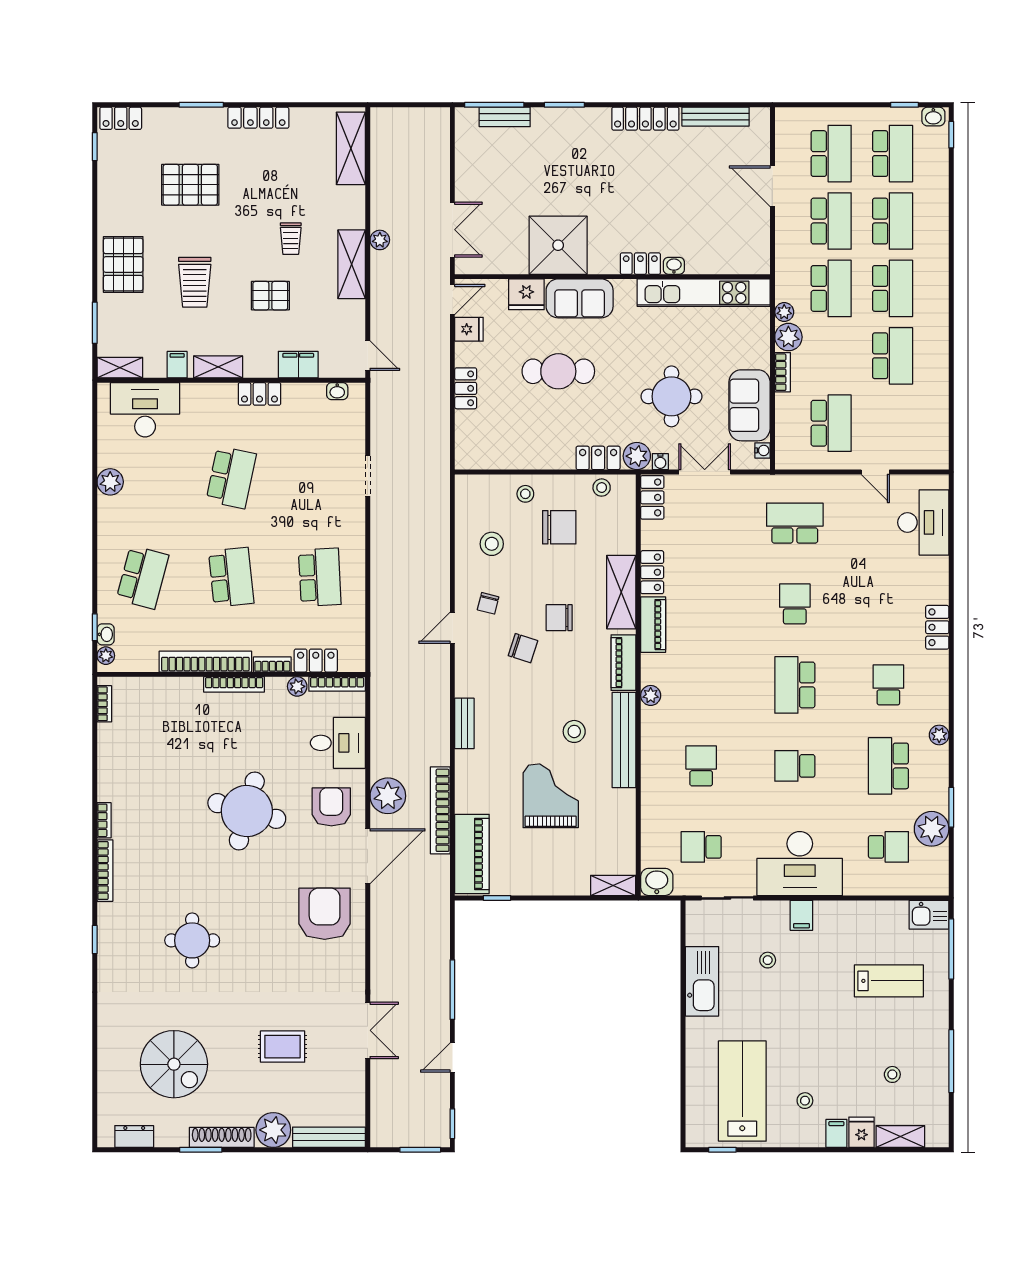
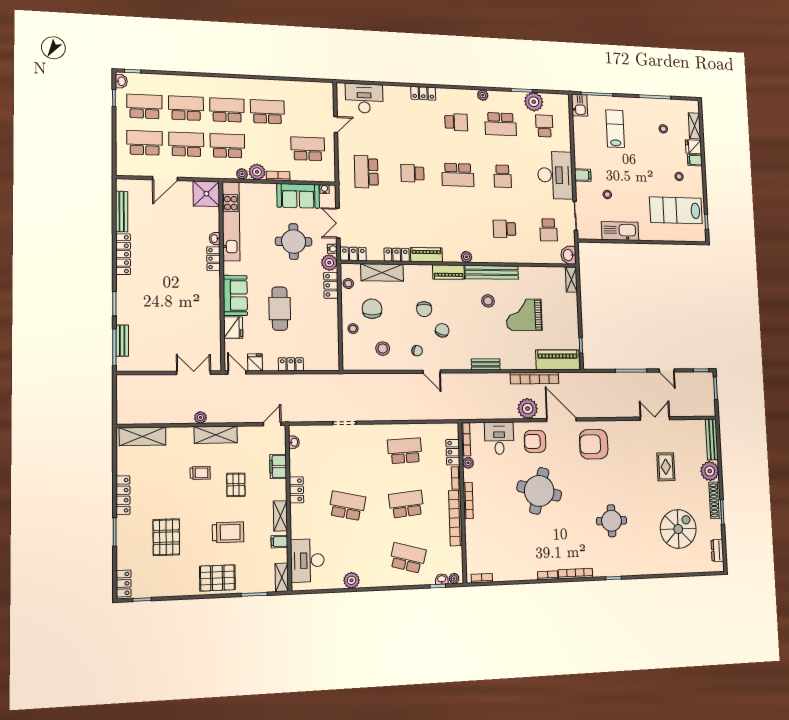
shower: (558, 245) -> (206, 194), moved, width x0.73, depth x0.73
shelving: (621, 592) -> (382, 272), moved
school desk: (888, 685) -> (456, 122), turned 180

